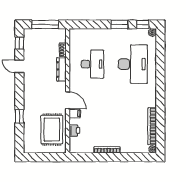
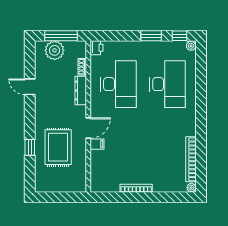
plant: (40, 36) -> (55, 50), added
window: (19, 43) -> (30, 59), removed
desk: (93, 64) -> (119, 84), width x1.36, depth x1.30
door: (68, 100) -> (88, 128), hinge flipped
rug: (52, 130) -> (58, 147), moved
printer: (74, 130) -> (96, 48), moved

